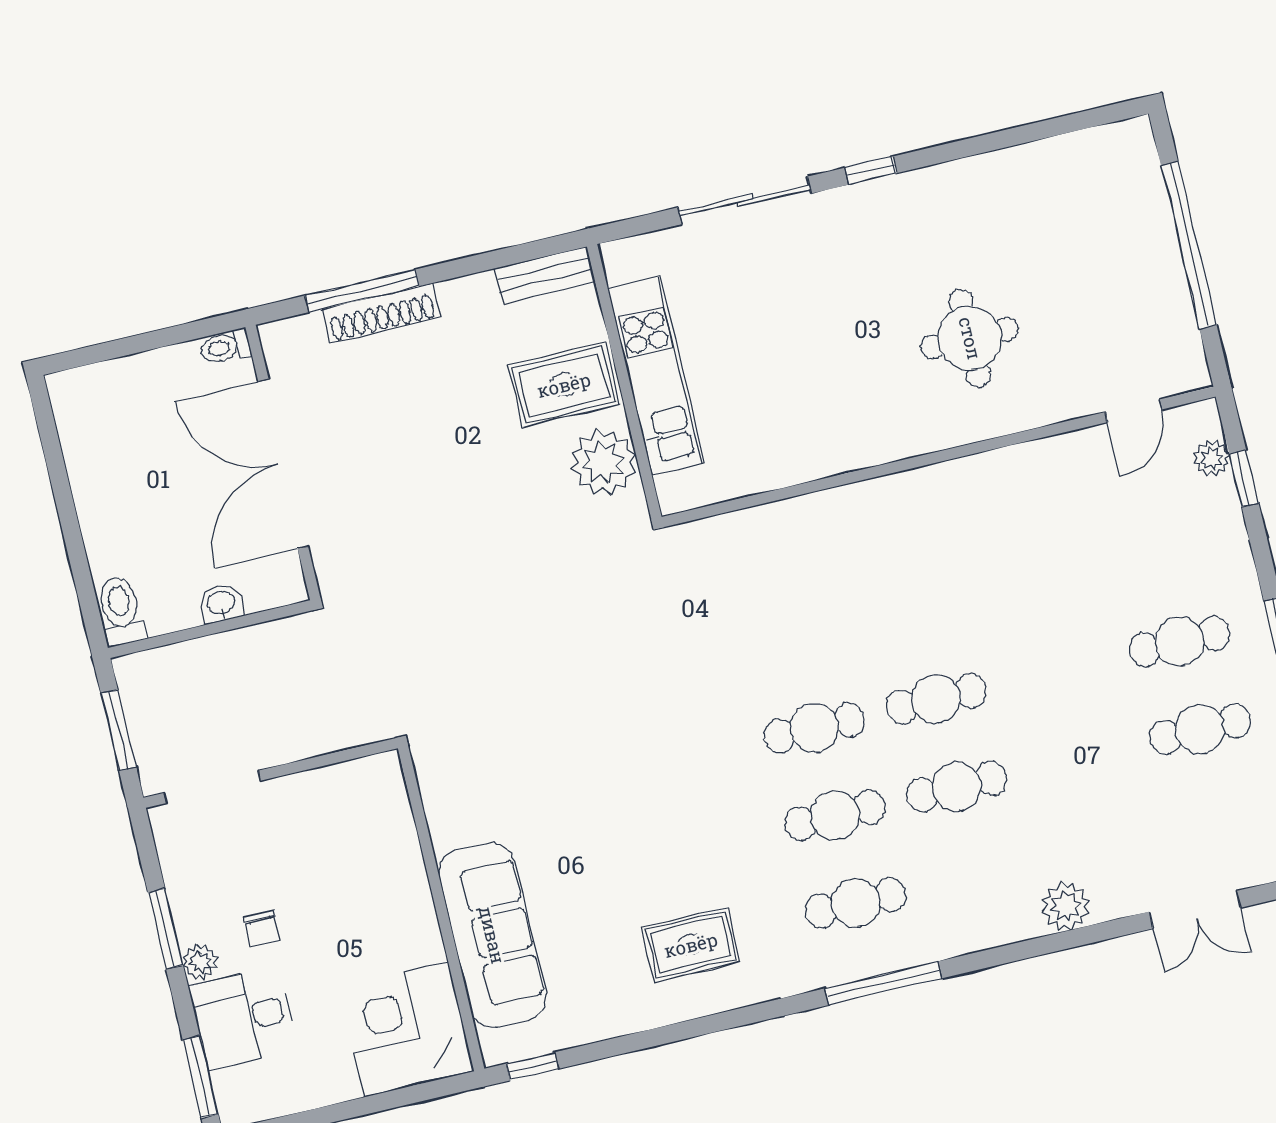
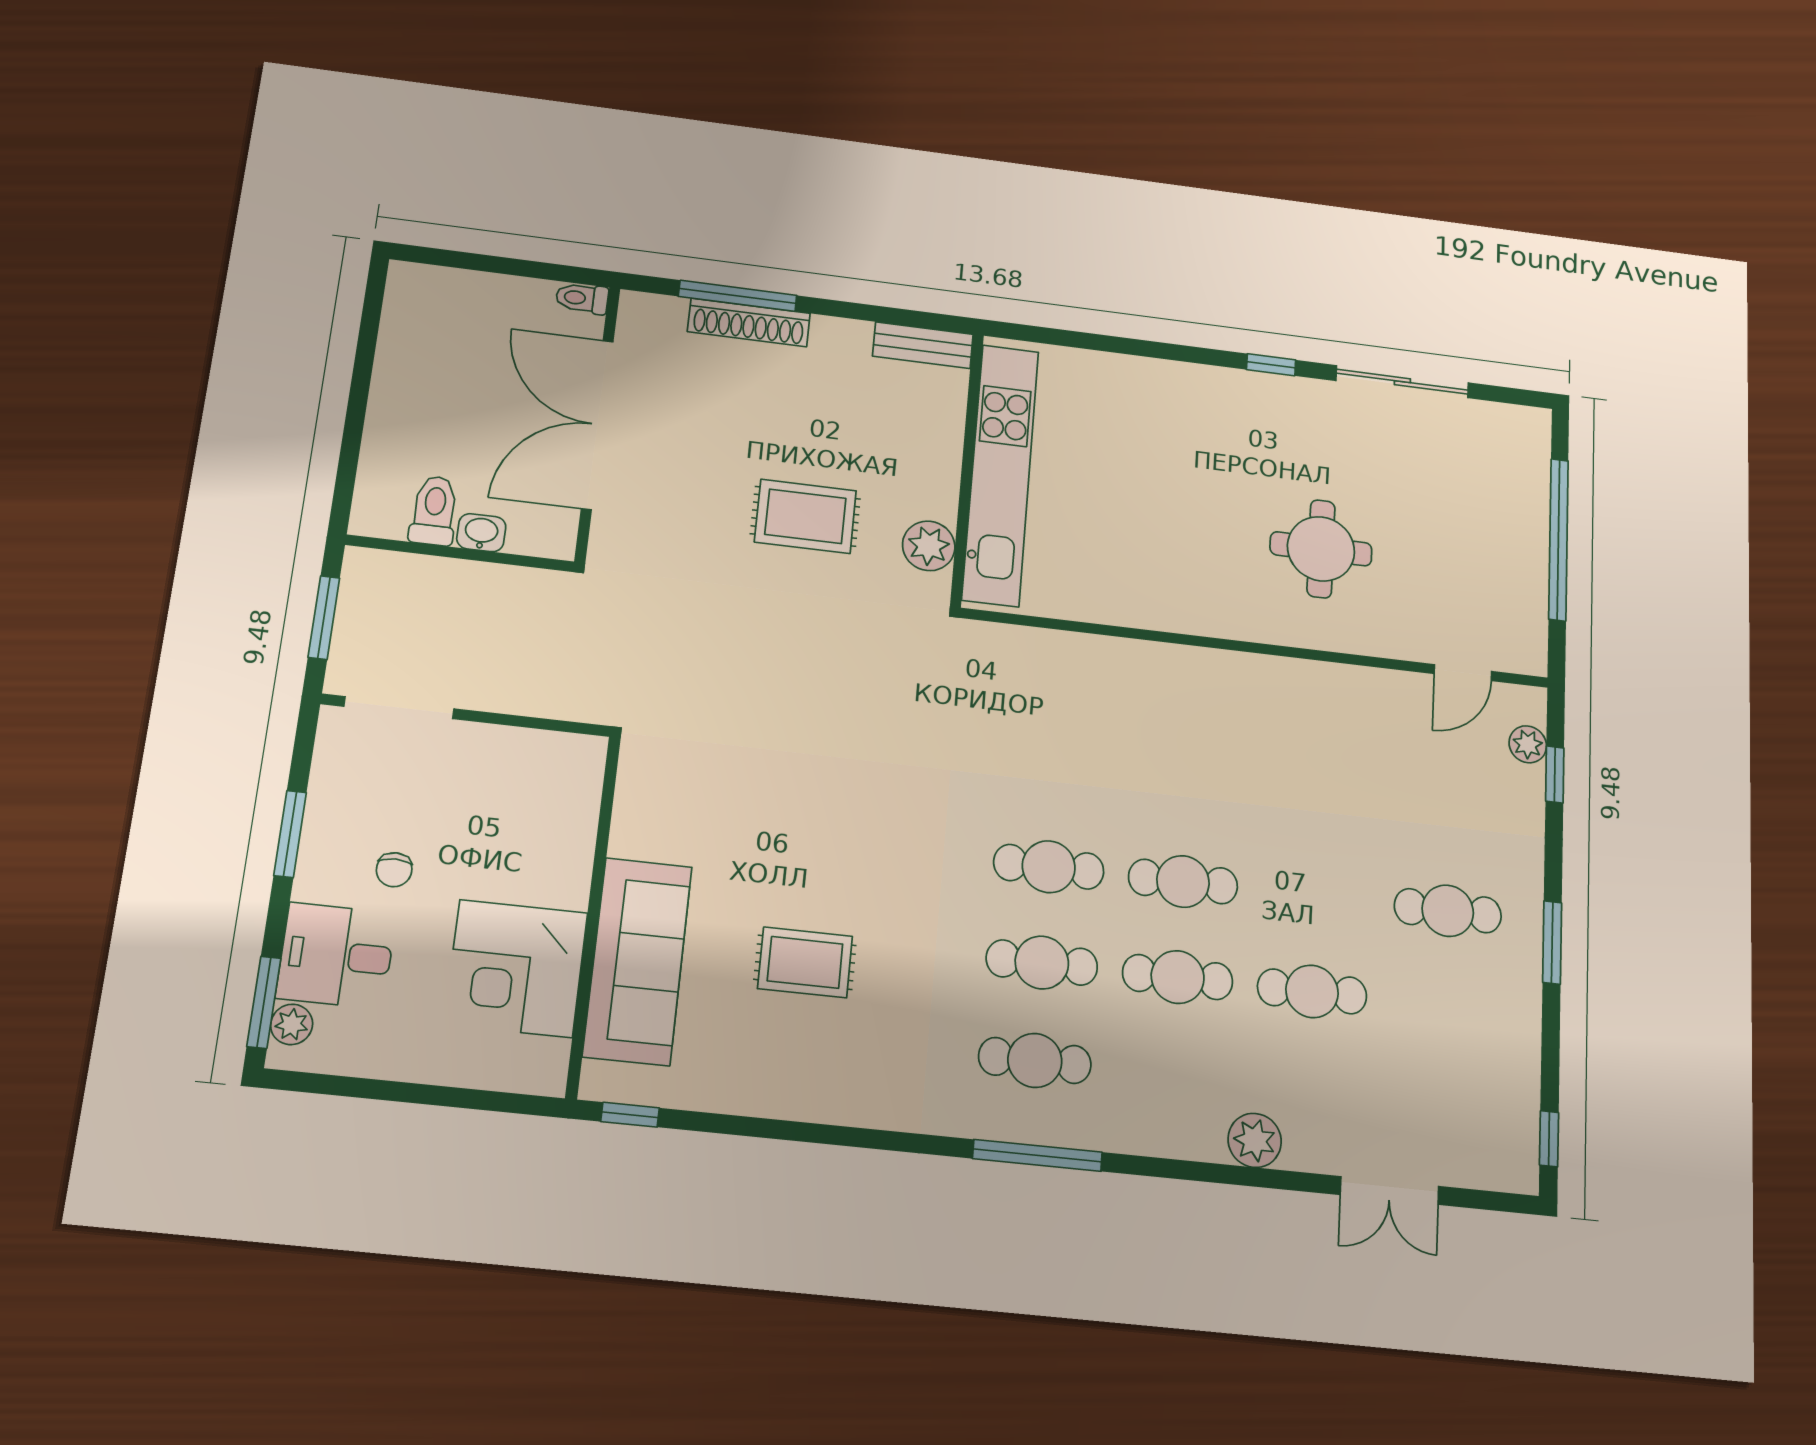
sliding door: (745, 200) -> (1402, 382), moved
kitchen unit: (656, 376) -> (1001, 474), width x1.36
rug: (564, 385) -> (805, 516), moved
plant: (603, 462) -> (929, 546), width x0.73, depth x0.73
toilet: (121, 611) -> (434, 511), moved
cafe table: (1200, 729) -> (1312, 991), moved
rug: (691, 945) -> (805, 962), moved
plant: (200, 962) -> (292, 1024), moved
corner desk: (406, 1029) -> (516, 968), moved, turned -90

